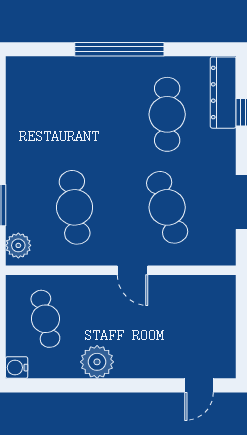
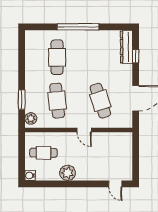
cafe table: (167, 114) -> (57, 57), moved
cafe table: (45, 319) -> (43, 153), turned -76
door: (199, 385) -> (115, 184), hinge flipped

